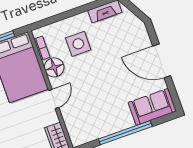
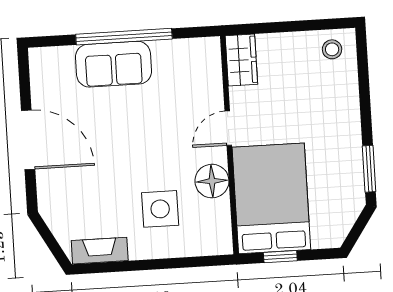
bookcase: (42, 48) -> (223, 219), removed
sofa: (152, 107) -> (113, 64), moved

